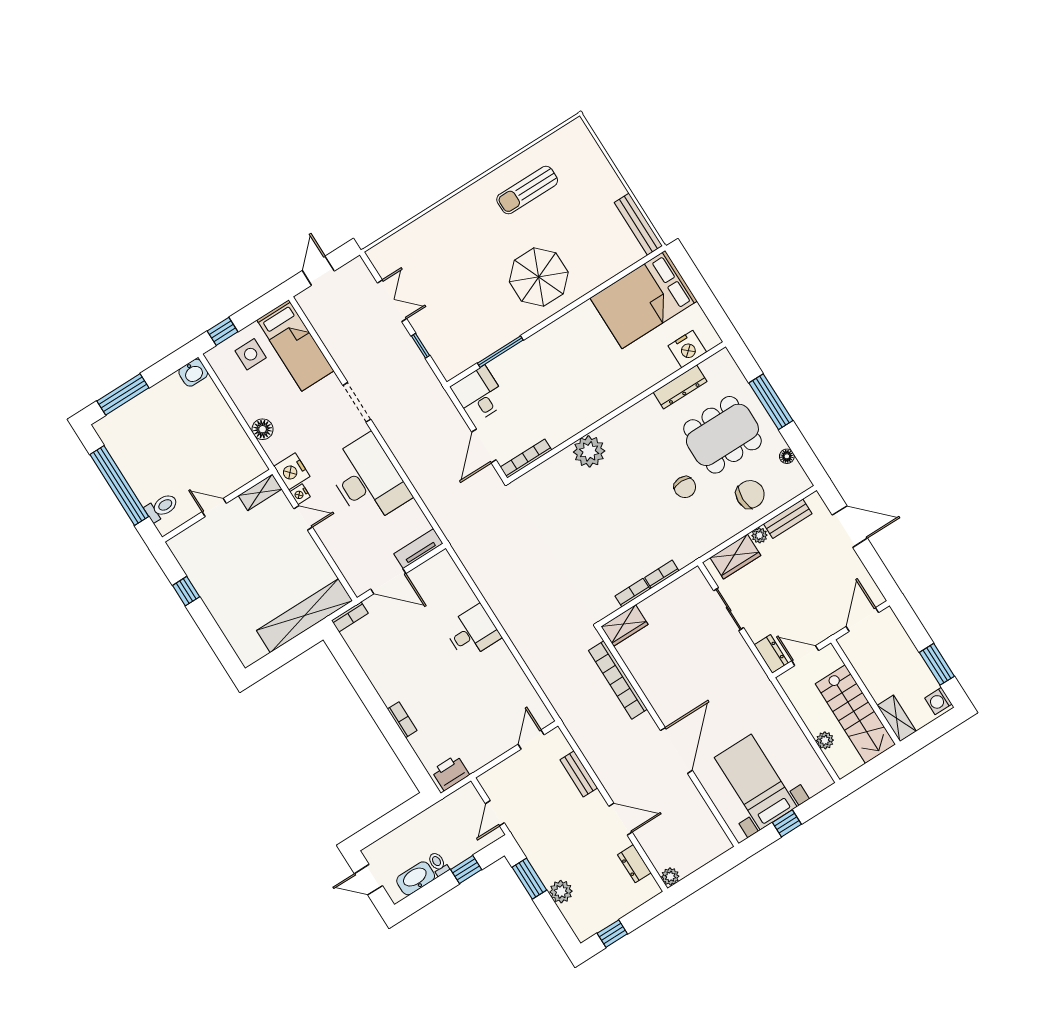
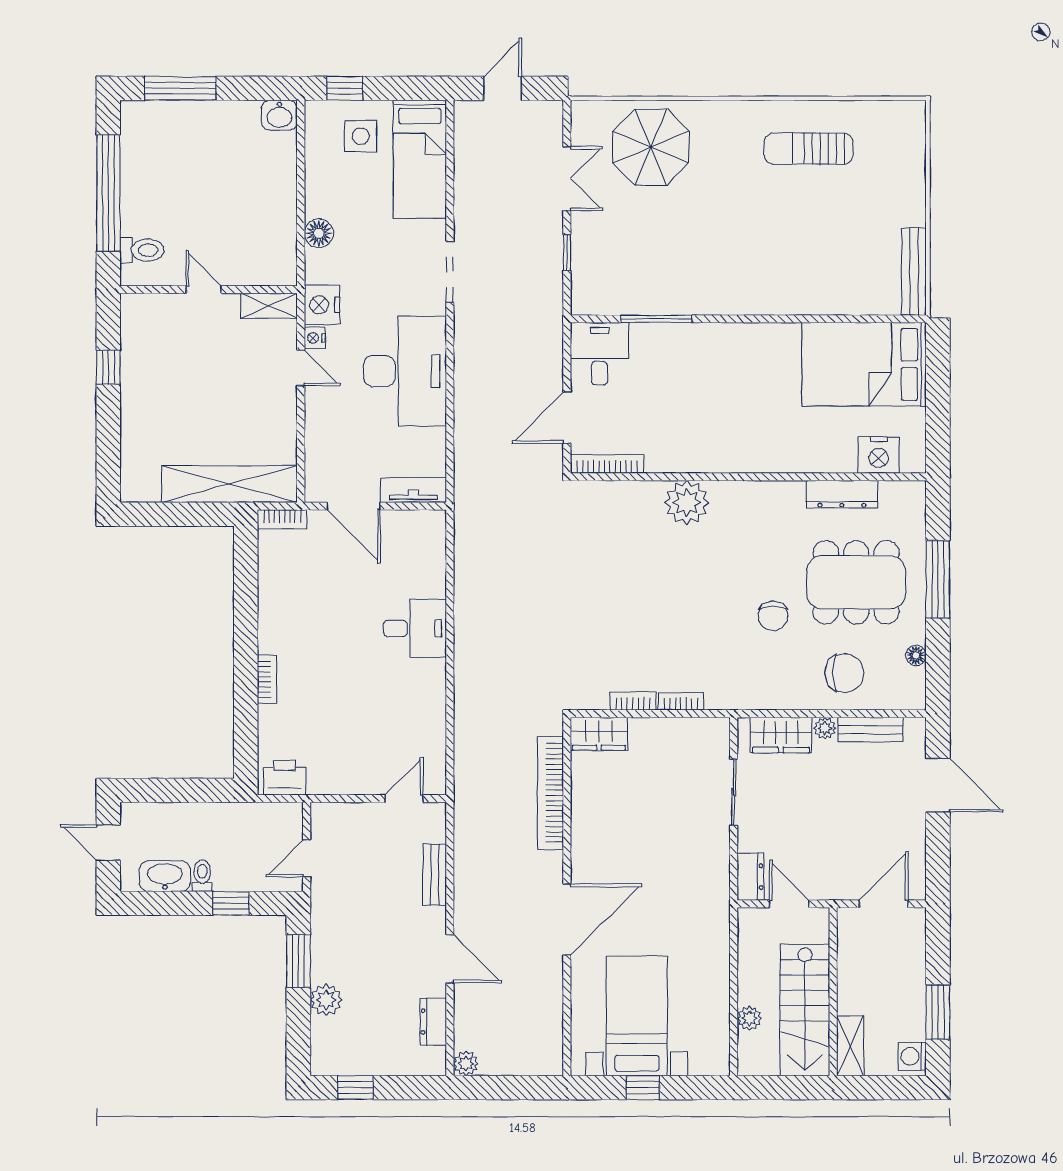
parasol: (539, 277) -> (651, 147), moved

